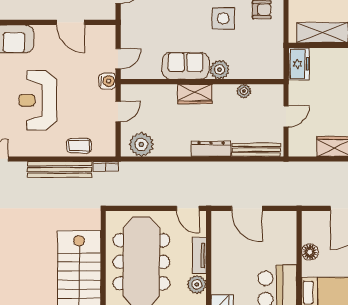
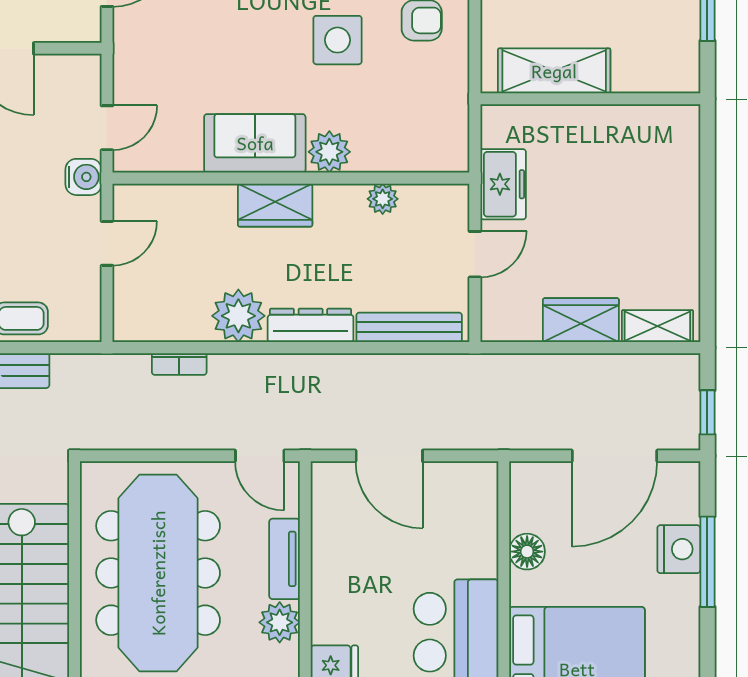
freezer: (299, 64) -> (503, 184), moved
plant: (141, 144) -> (238, 316), moved
bookcase: (106, 166) -> (179, 364), moved

